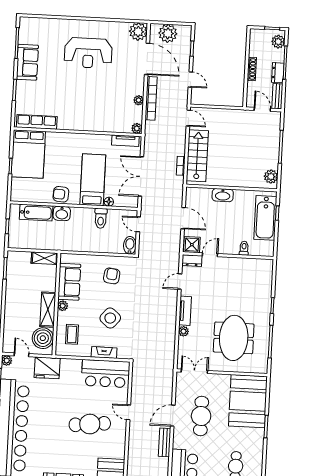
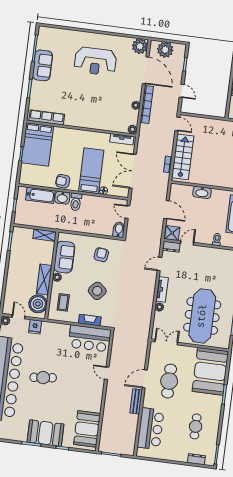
toilet: (101, 218) -> (76, 202), moved
meeting table: (234, 338) -> (202, 316), width x1.36
fridge: (47, 368) -> (35, 327), width x0.53, depth x0.75
cafe table: (90, 424) -> (43, 378), moved, width x0.73, depth x0.74

